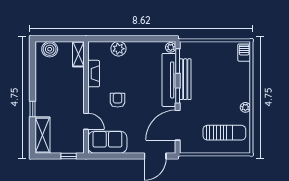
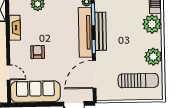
plant: (240, 73) -> (152, 24), added
plant: (245, 107) -> (153, 57), width x1.88, depth x1.88
sofa: (107, 142) -> (35, 92), width x1.36

